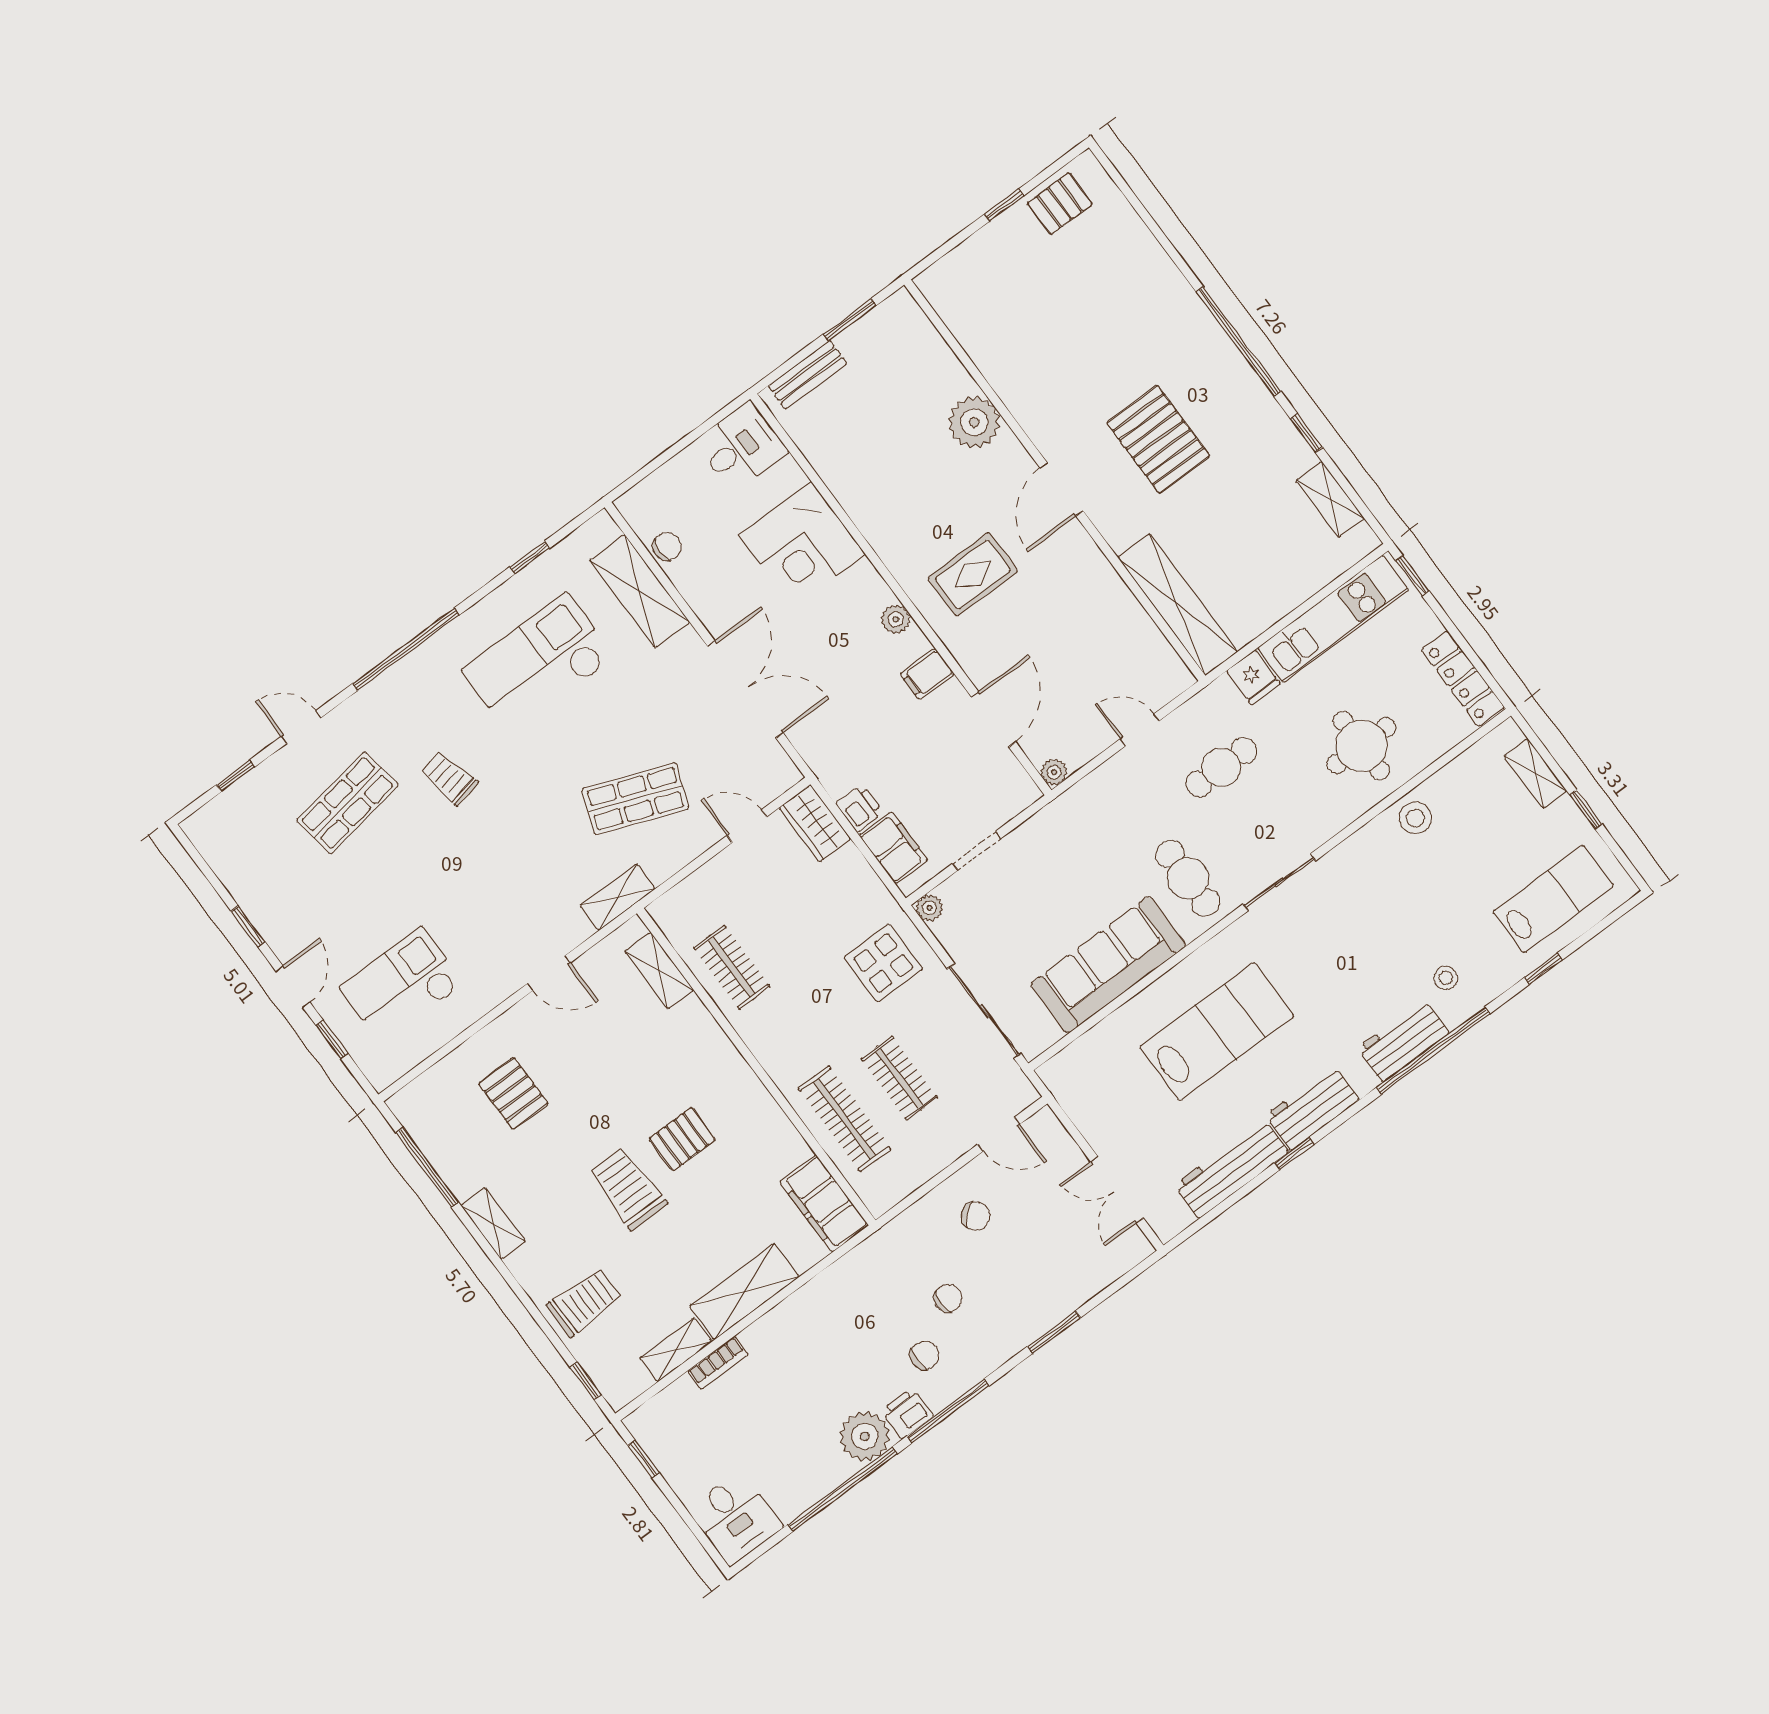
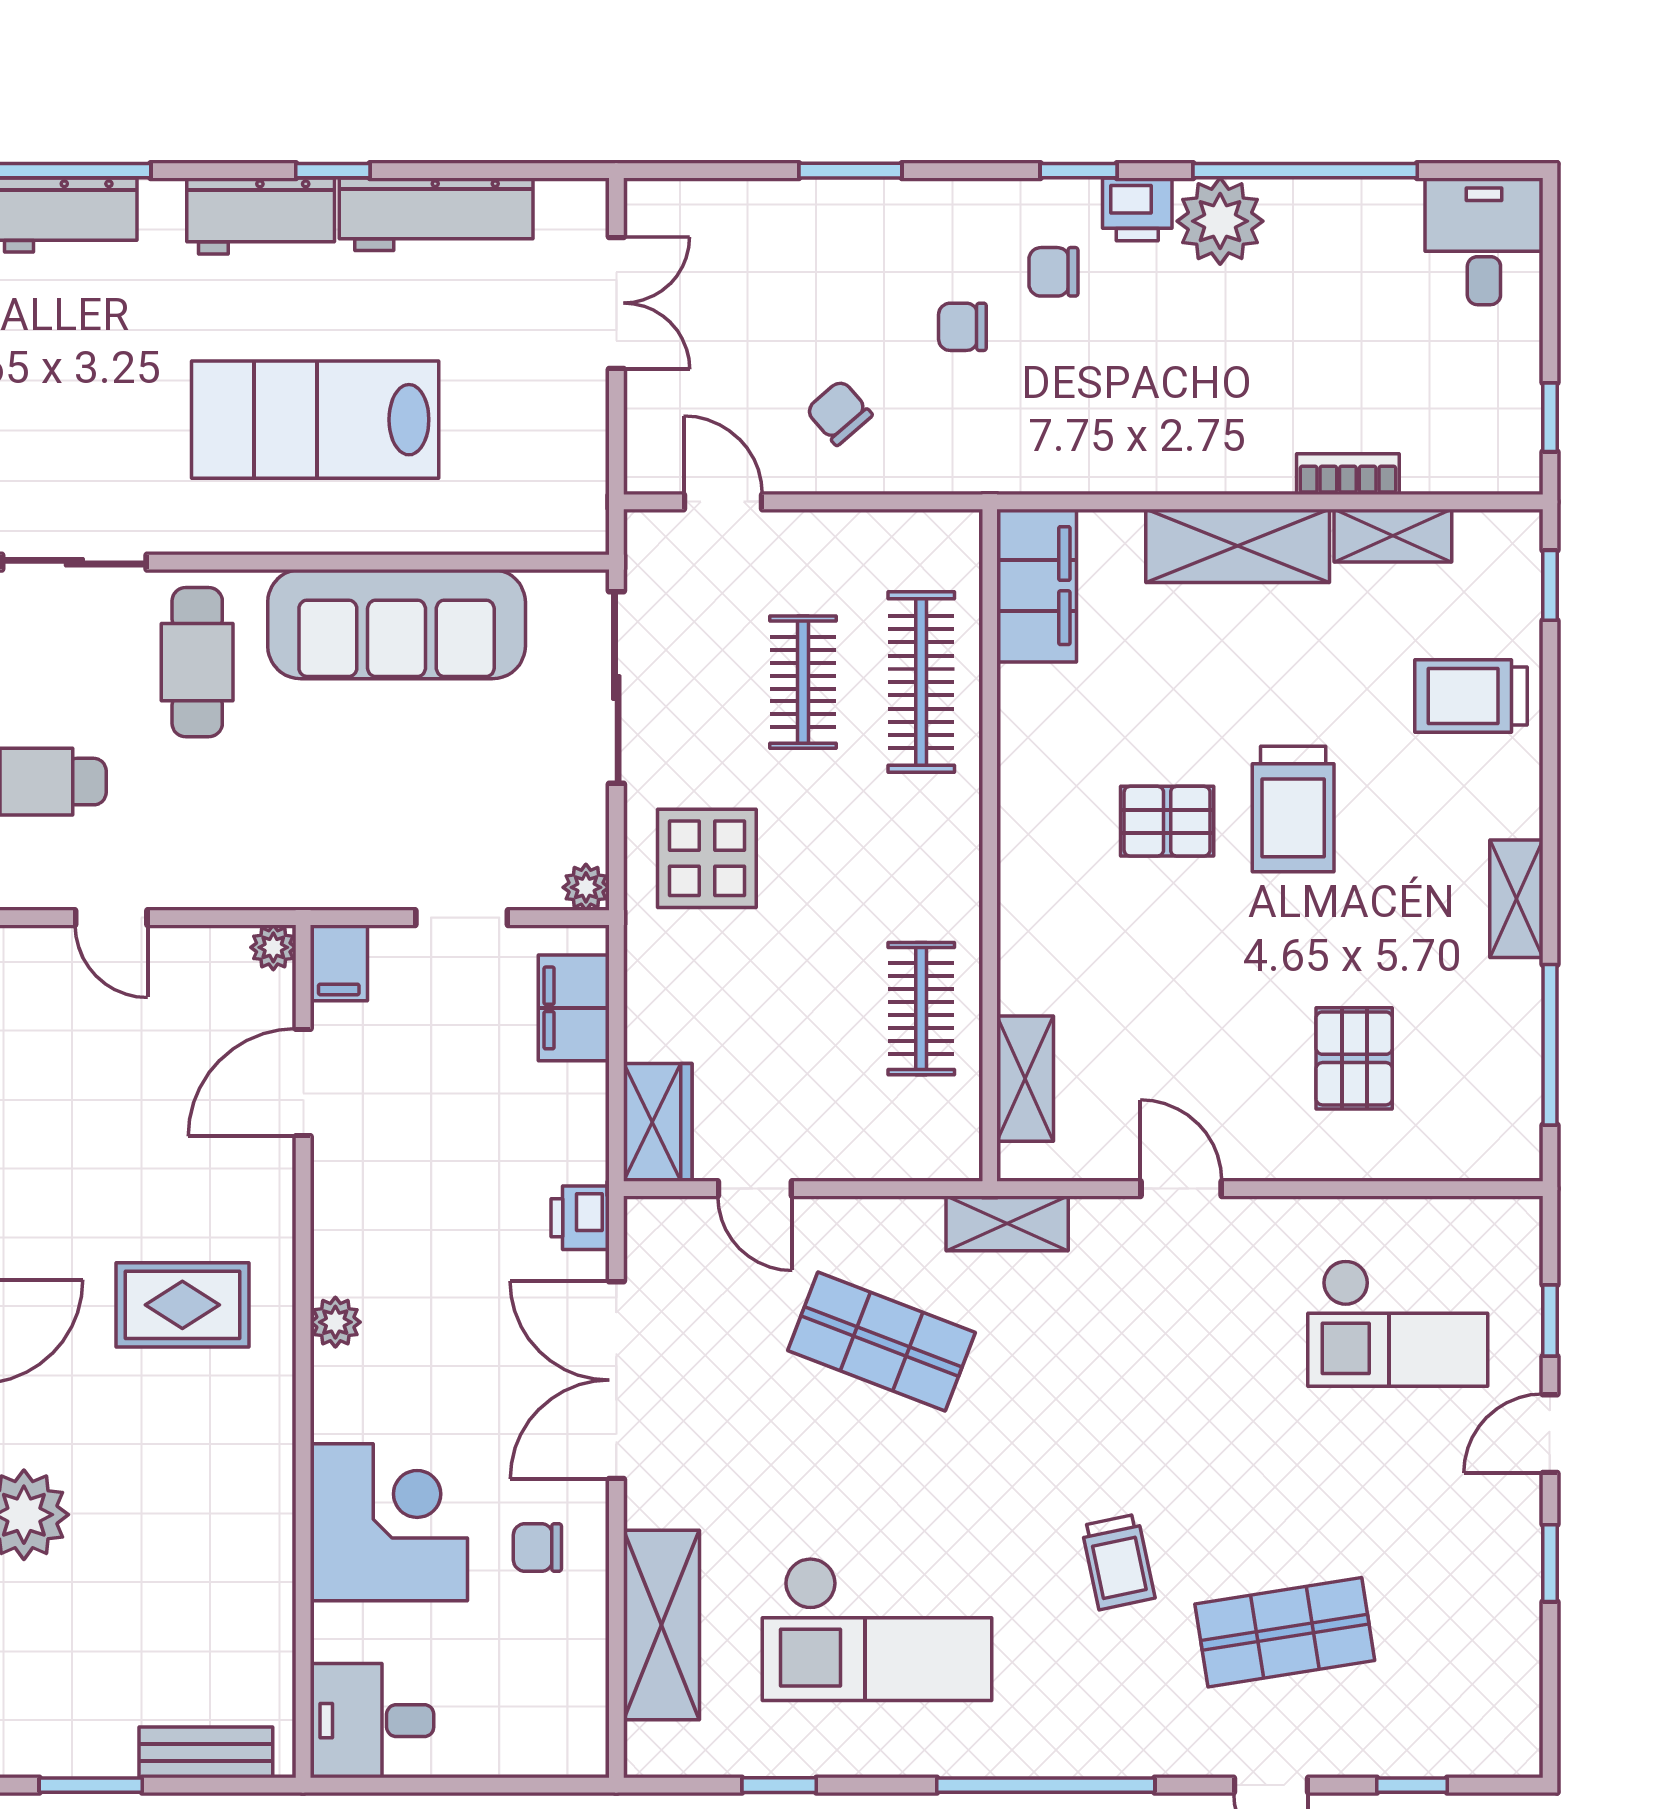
chair: (667, 546) -> (537, 1547), moved
filing cabinet: (927, 674) -> (339, 963), moved, turned 90
printer: (860, 808) -> (580, 1218), moved
window: (948, 1411) -> (1079, 171), width x0.46

